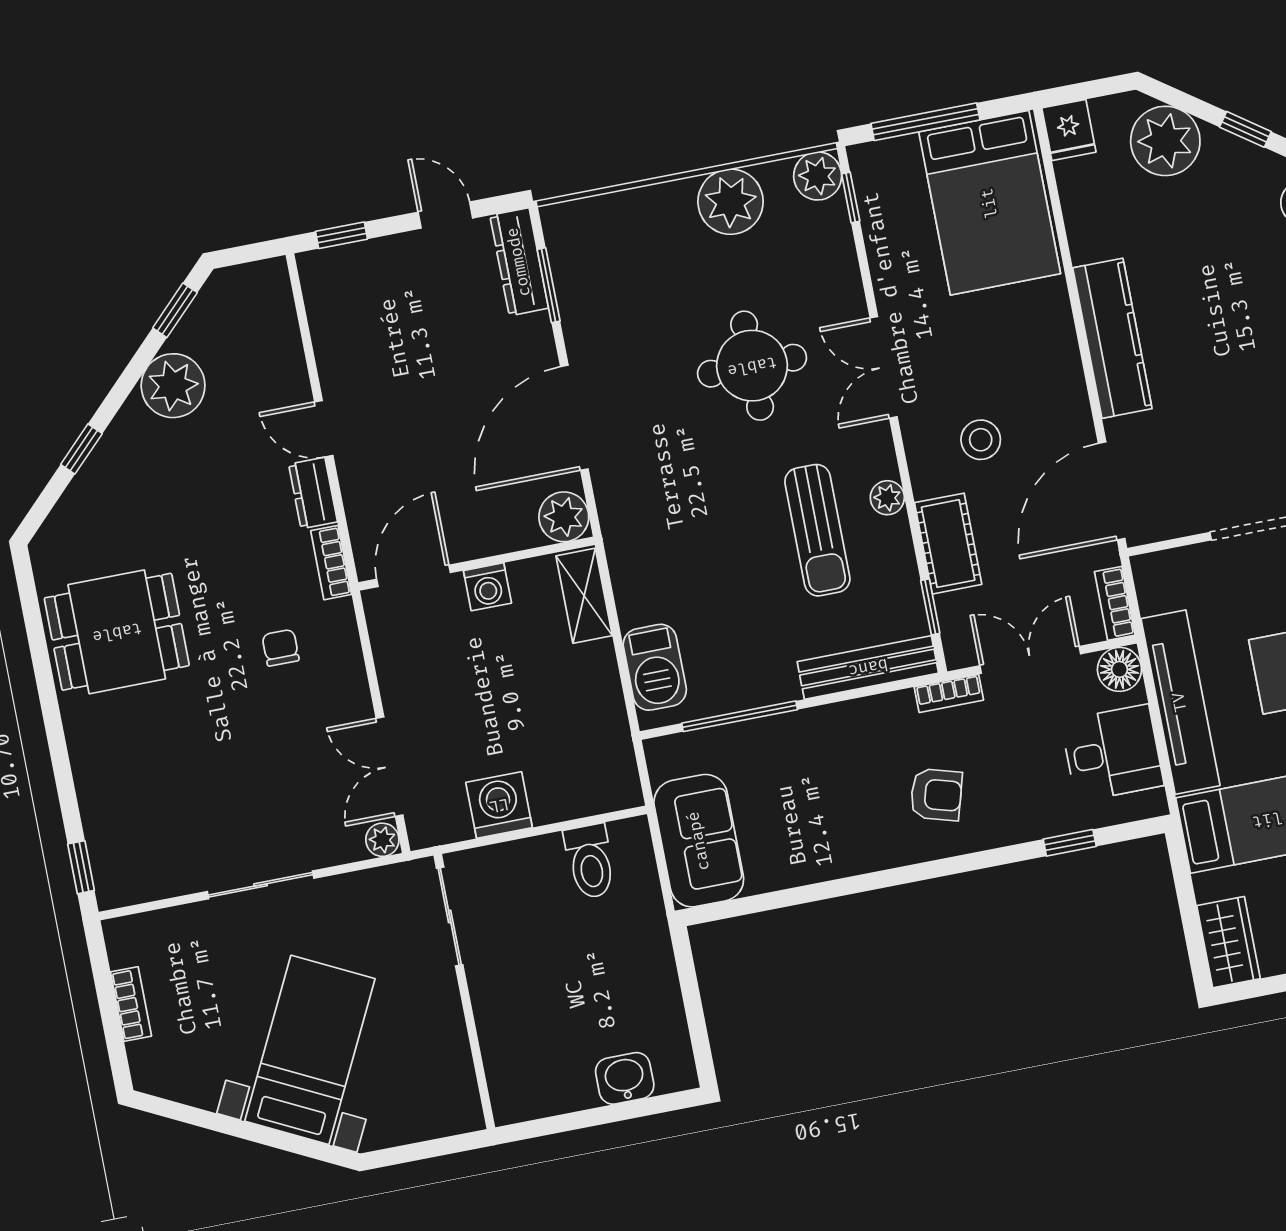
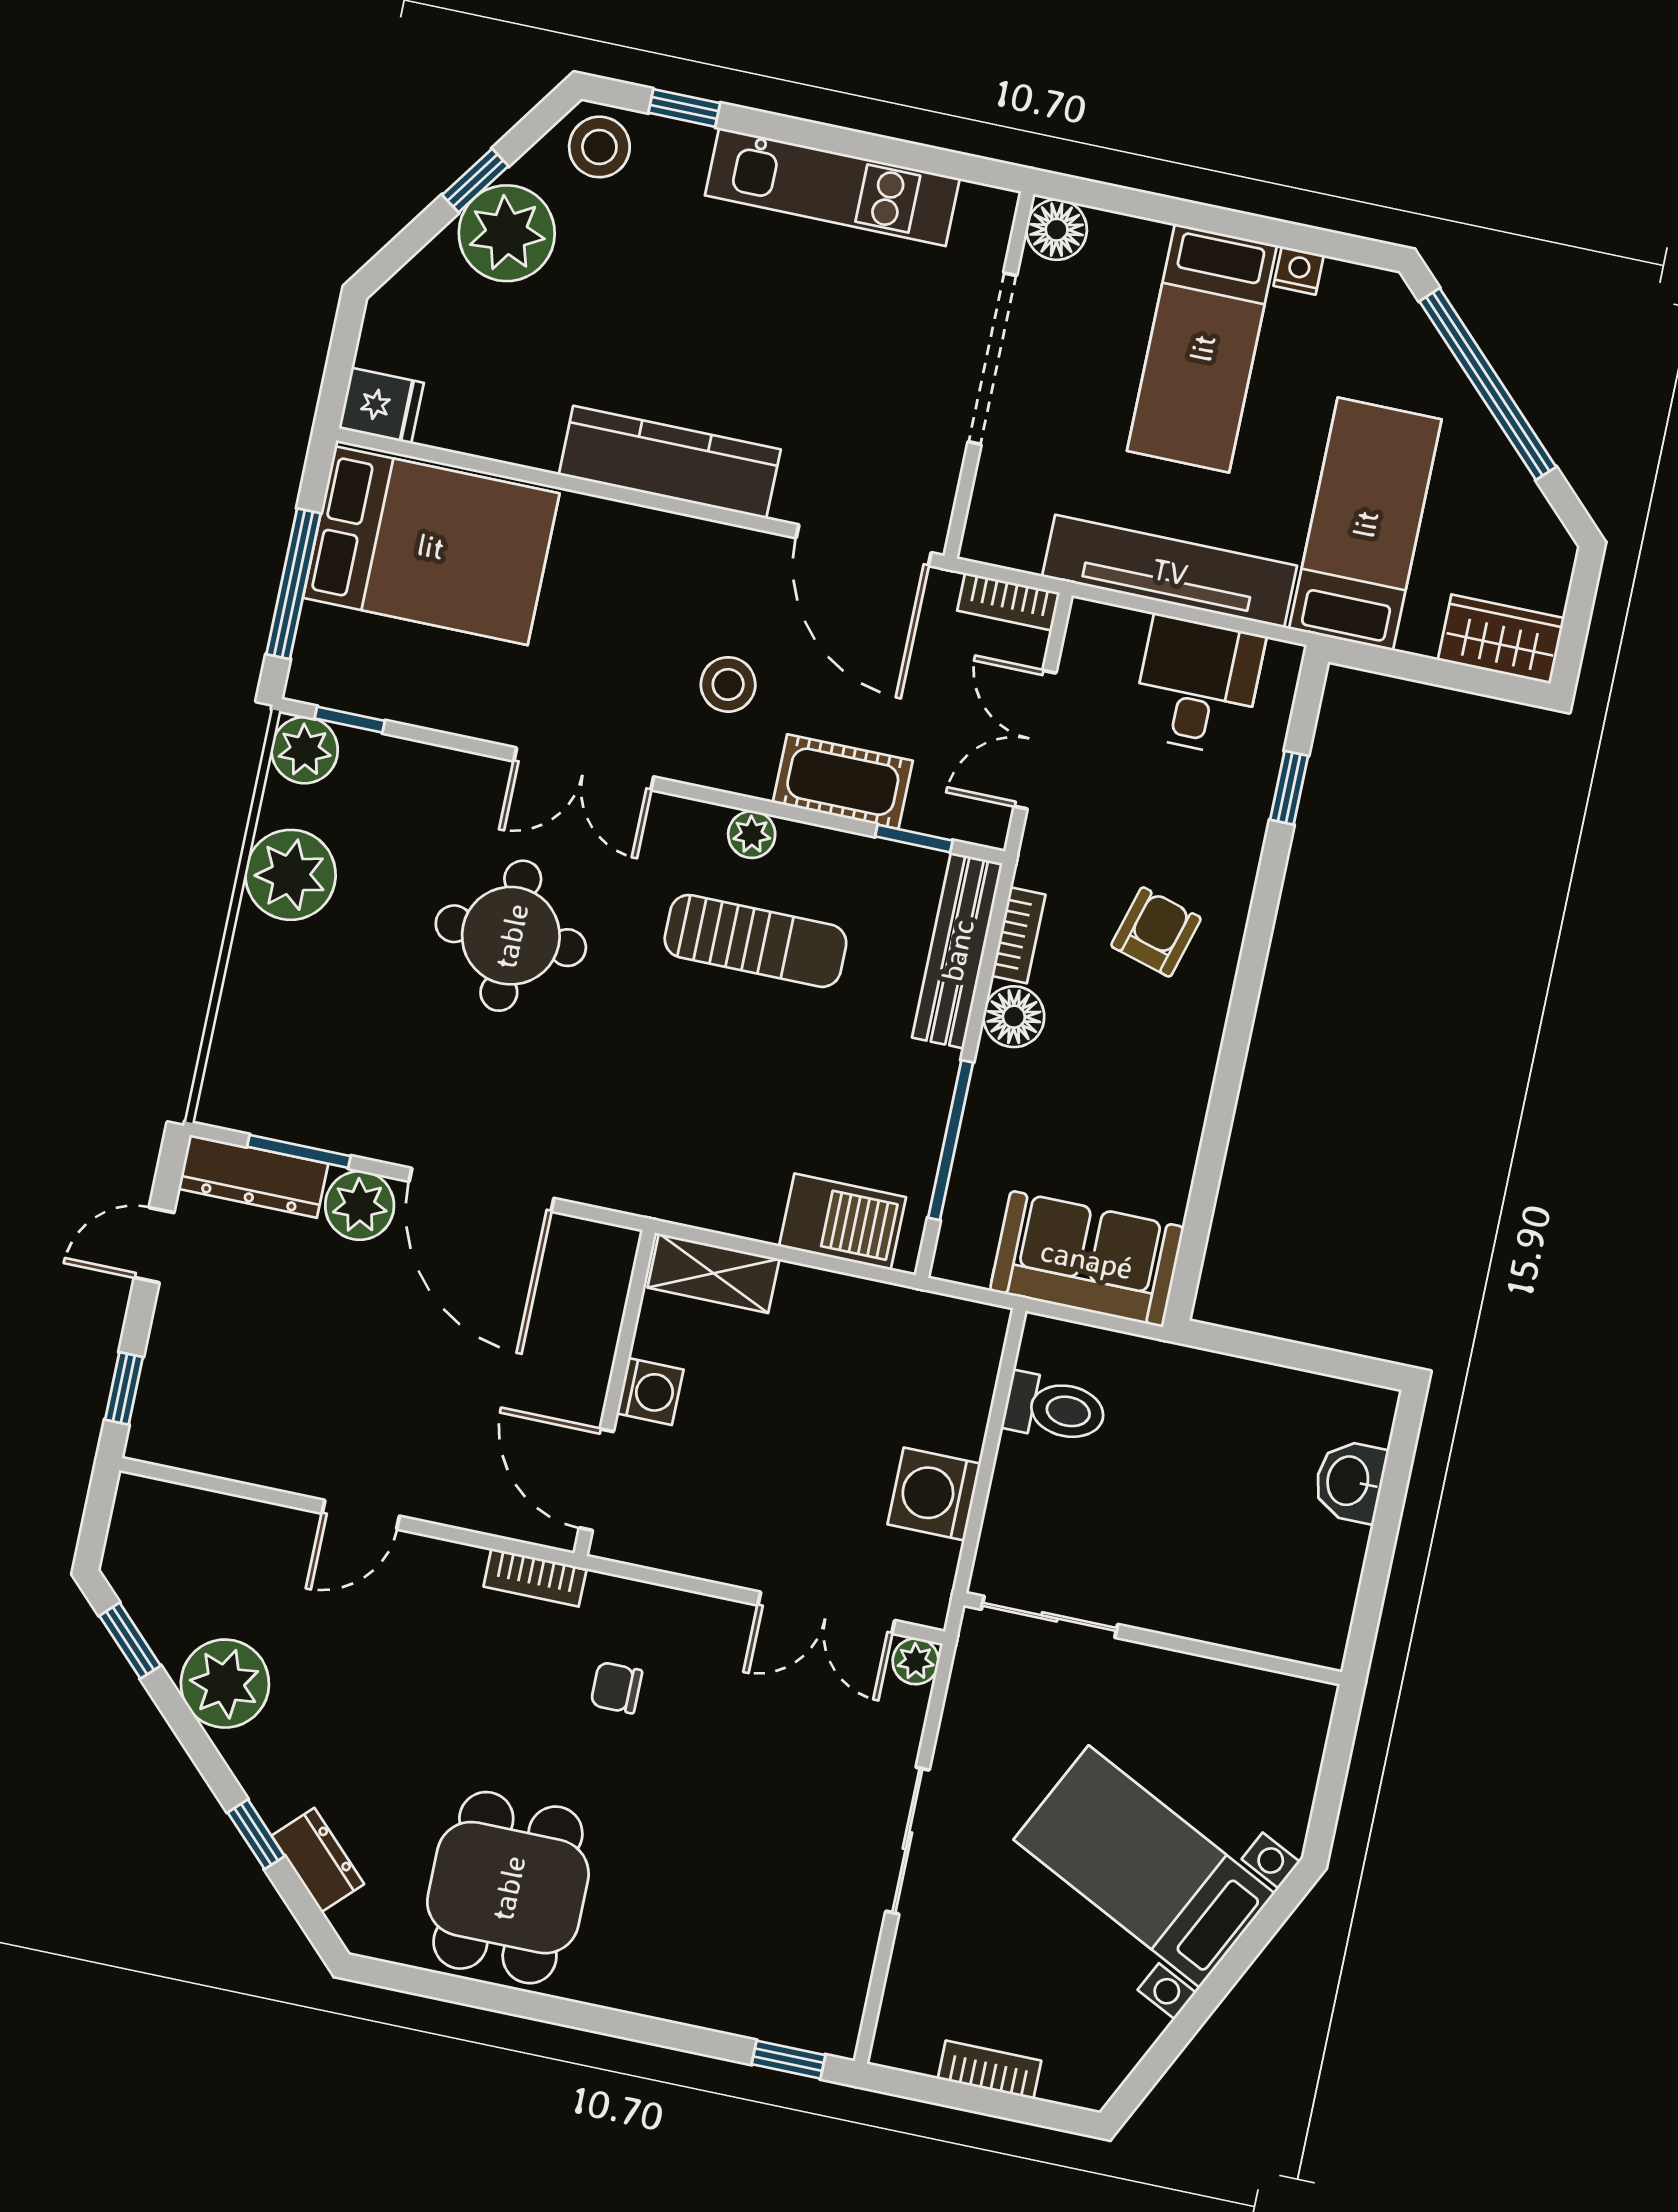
plant: (1165, 141) -> (507, 233), moved
dresser: (313, 493) -> (318, 1860), moved, turned -135
plant: (564, 517) -> (360, 1205), moved
floor lamp: (1119, 669) -> (1014, 1017), moved
bookcase: (949, 693) -> (1018, 935), moved

